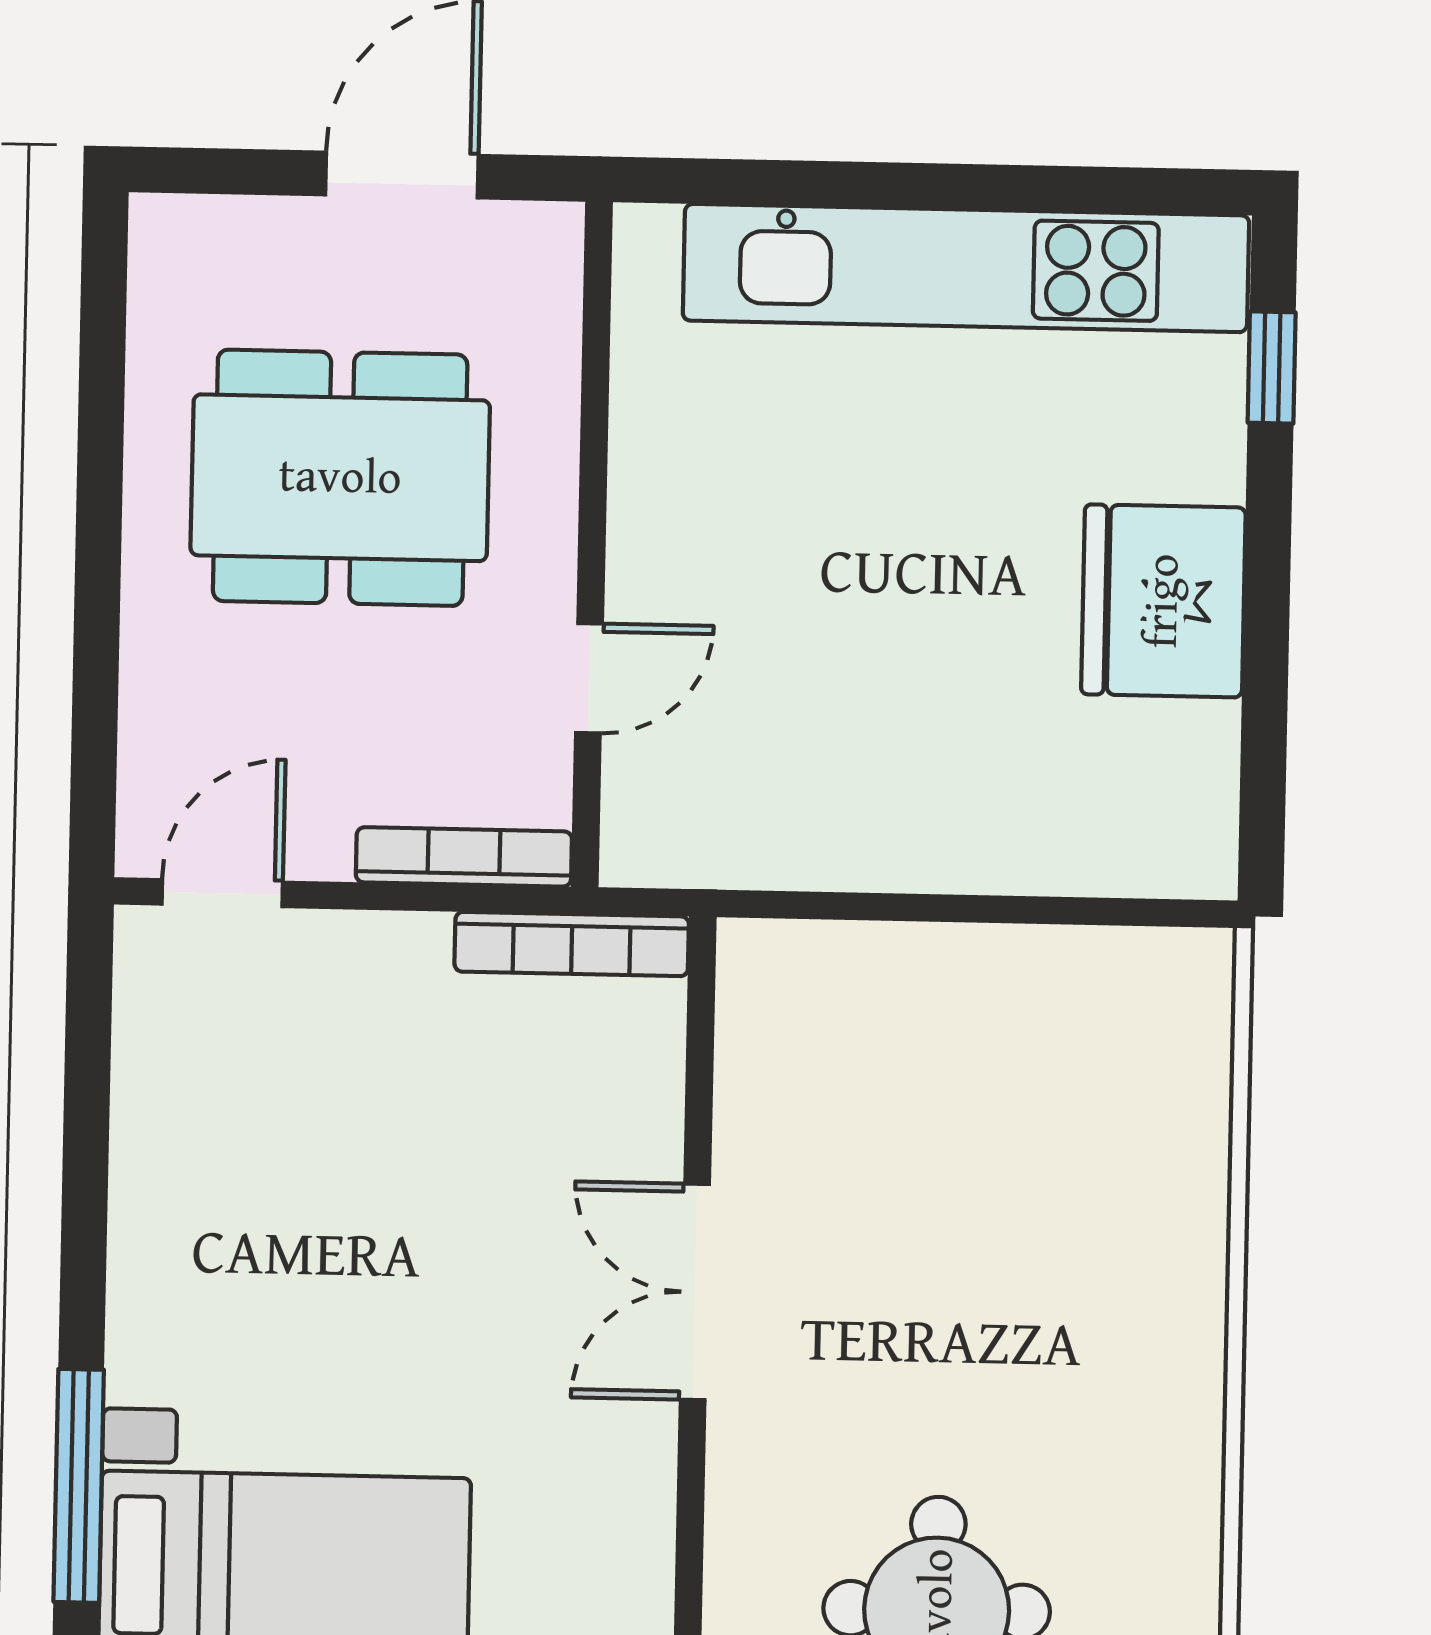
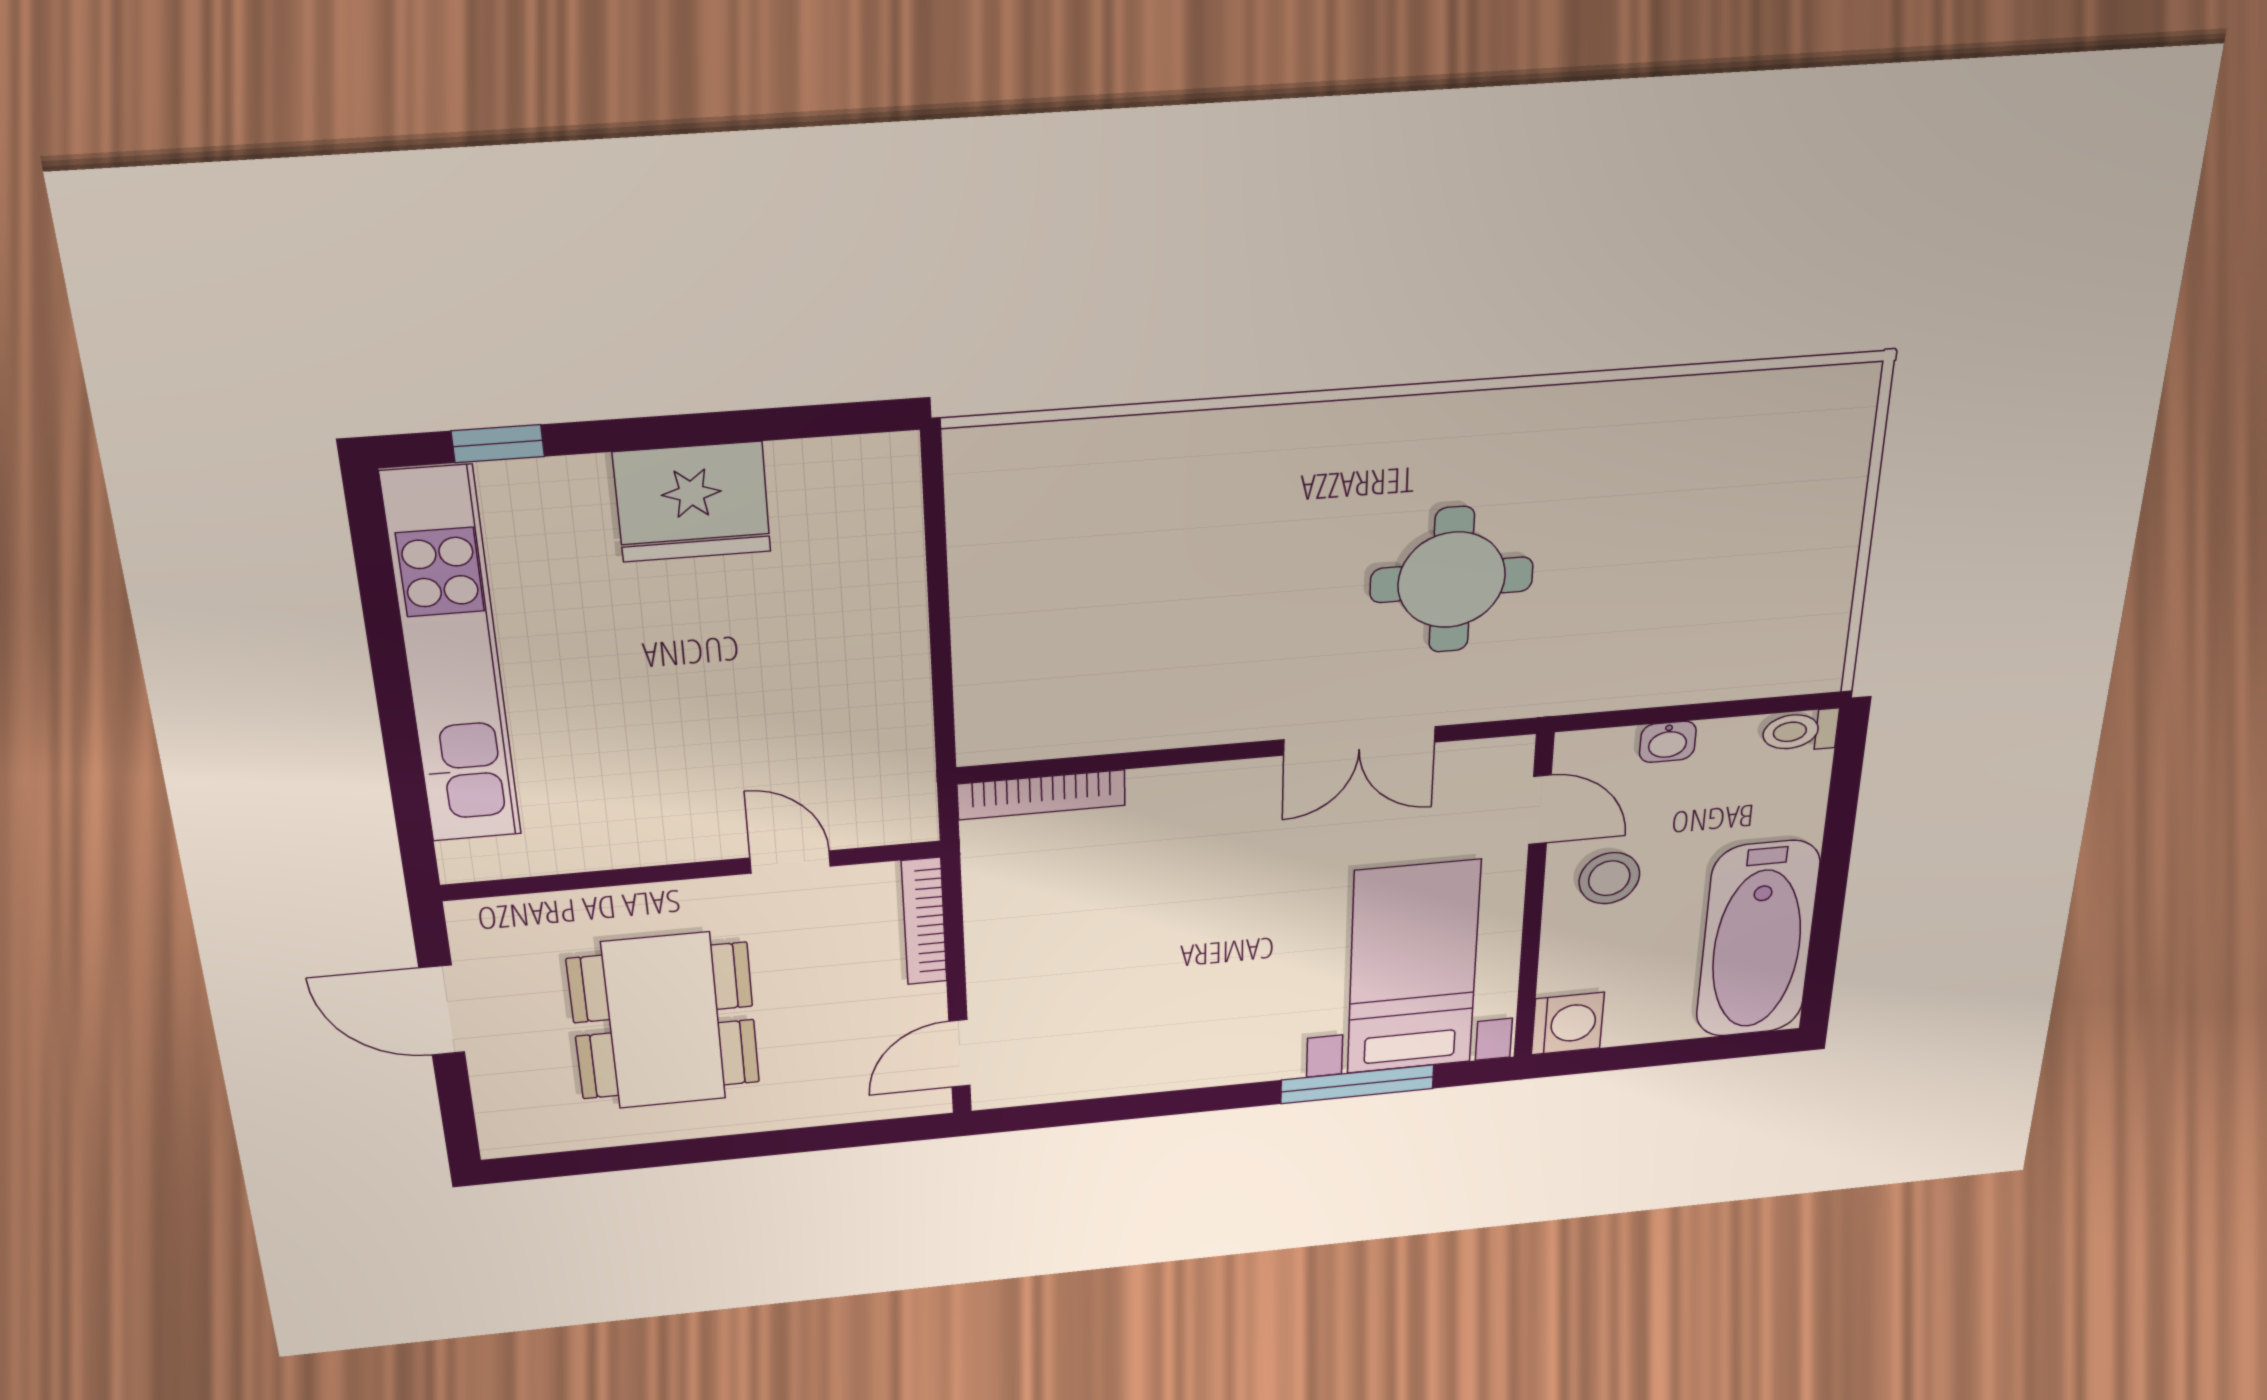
door: (222, 893) -> (959, 1054), hinge flipped
bookcase: (572, 944) -> (1041, 795), moved, turned 90
double door: (695, 1292) -> (1359, 741), moved

